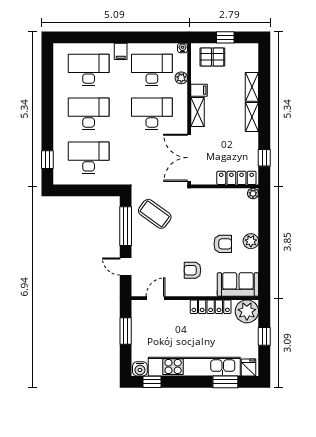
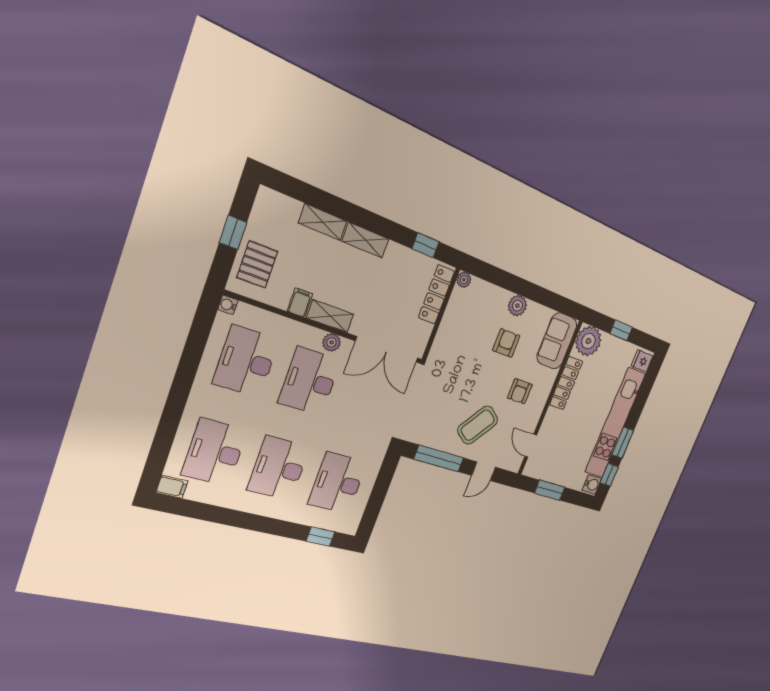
filing cabinet: (121, 51) -> (172, 487), moved
plant: (181, 78) -> (332, 342), moved
coffee table: (155, 214) -> (478, 425), moved
window: (225, 382) -> (623, 443), moved

